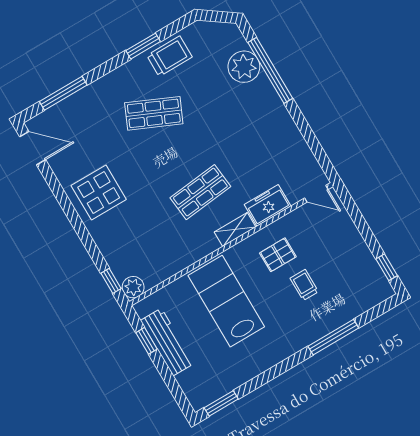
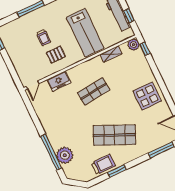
trolley: (169, 56) -> (103, 164), turned 180
shop shelf: (154, 113) -> (114, 135), width x1.43, depth x1.36
door: (316, 194) -> (33, 85), swing flipped
shelving: (235, 230) -> (111, 54), moved

